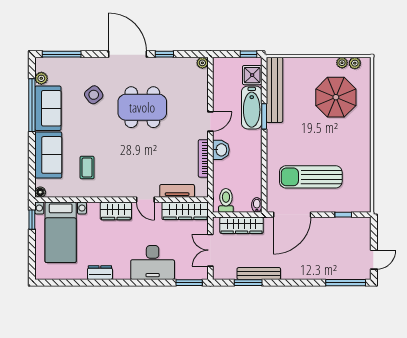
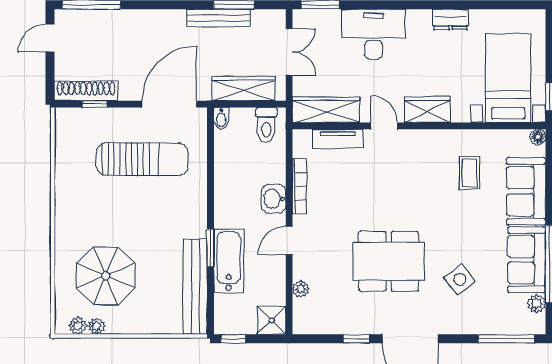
plant: (202, 63) -> (301, 289), moved
shower: (252, 75) -> (272, 320), moved
shoe rack: (349, 224) -> (86, 91), added

